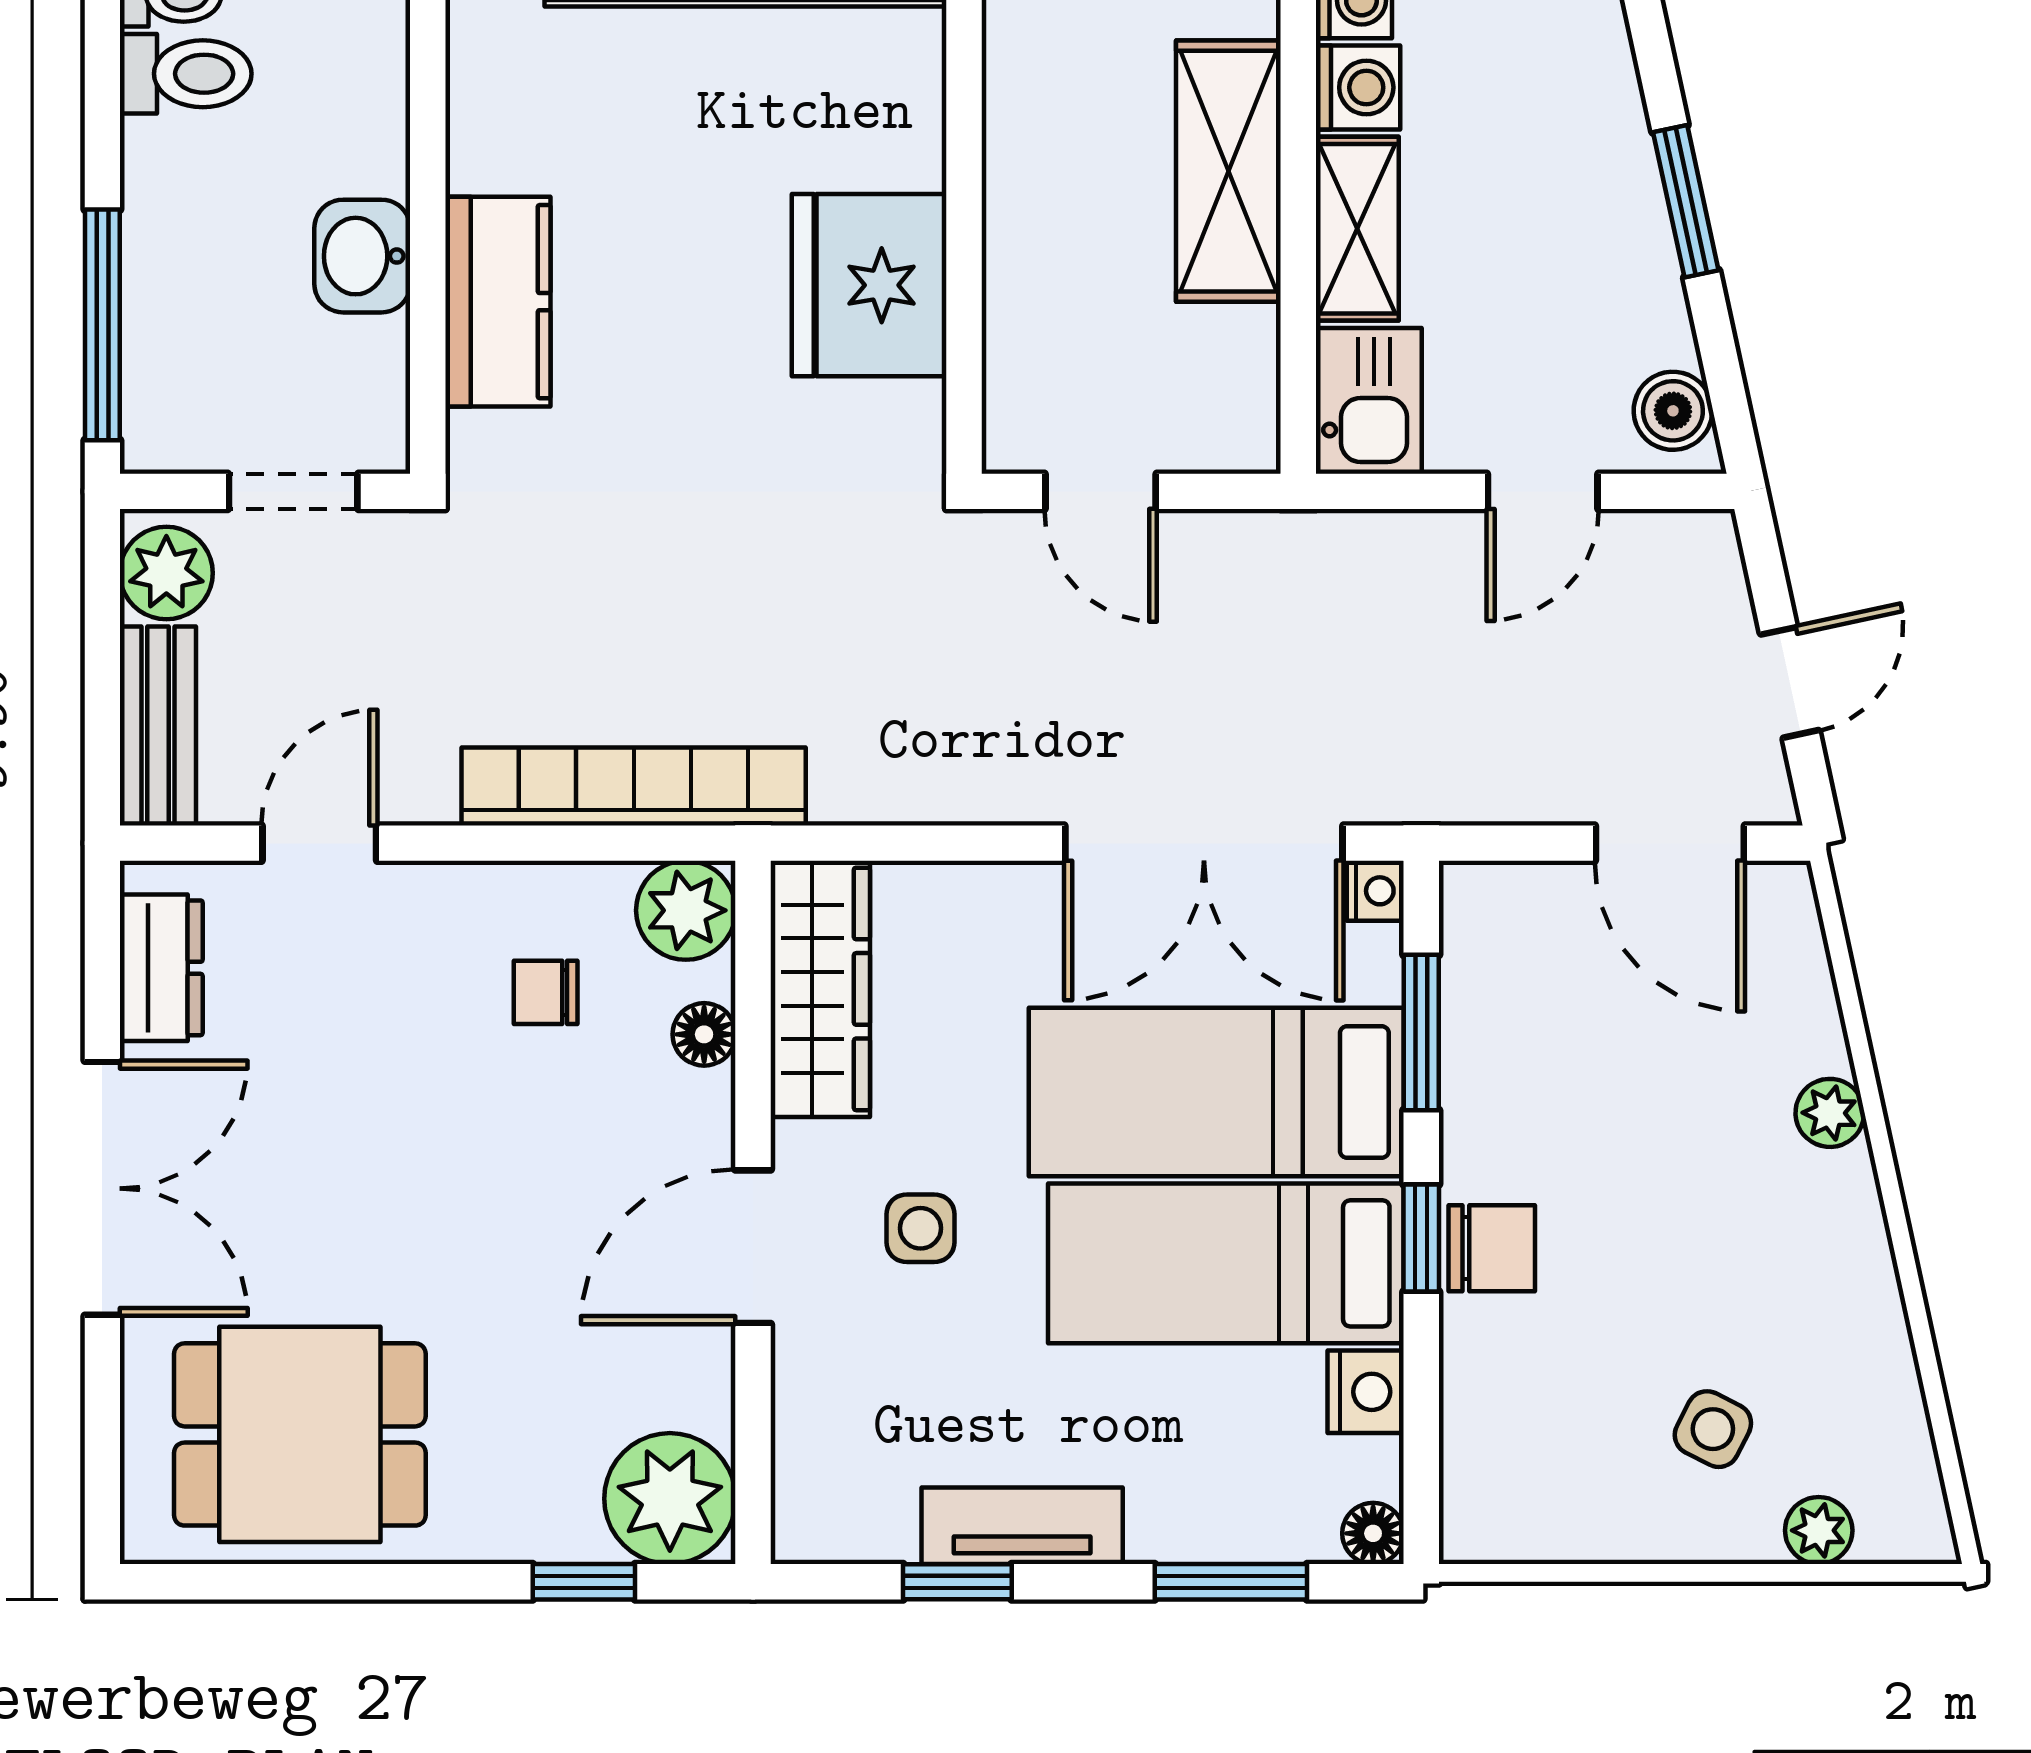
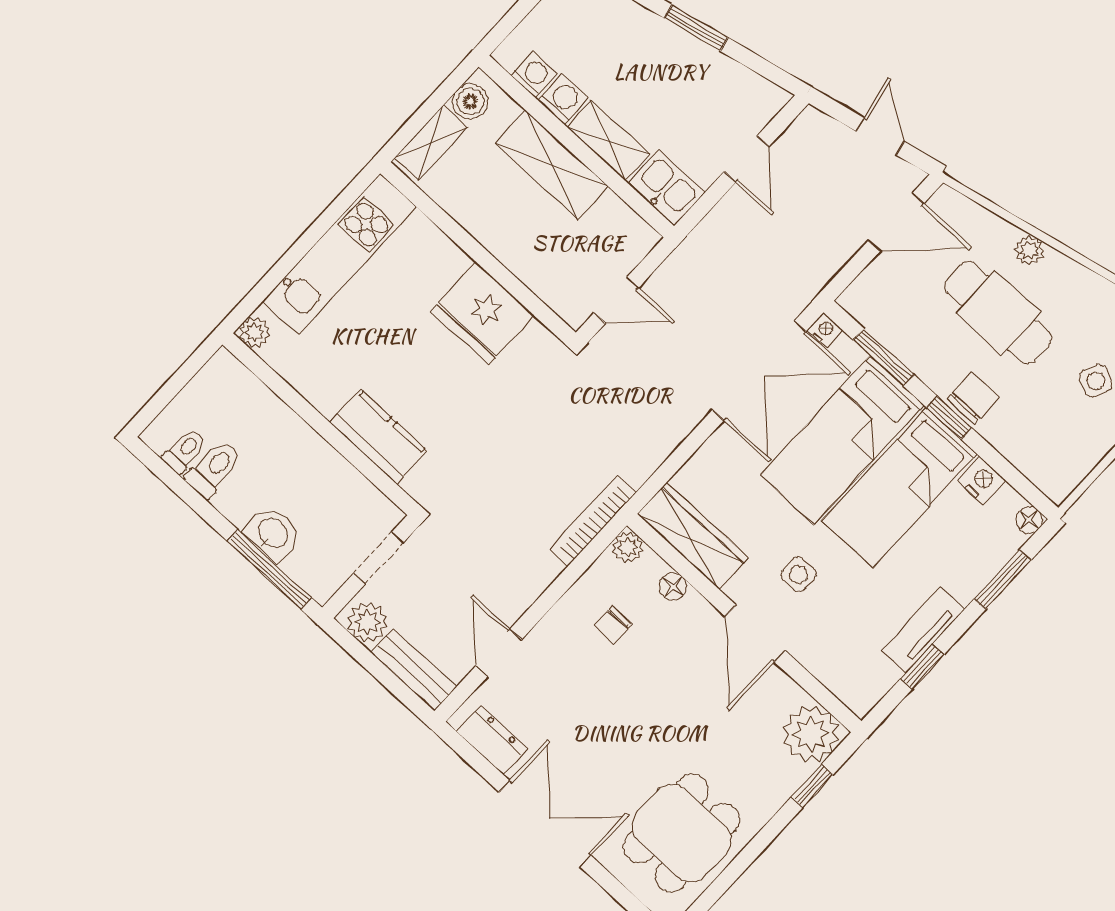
washbasin: (362, 256) -> (273, 534), moved, turned 180
boiler: (1673, 411) -> (759, 94), removed
bookcase: (634, 786) -> (592, 521), width x0.68, depth x0.76
plant: (686, 910) -> (628, 547), width x0.73, depth x0.73
cafe table: (1676, 1157) -> (998, 313), added

